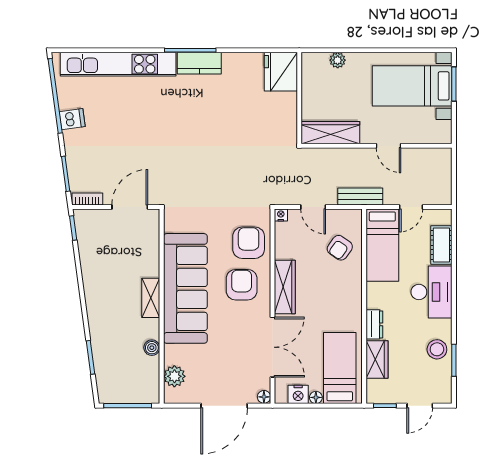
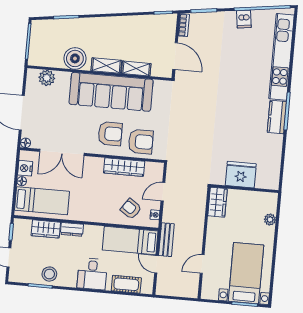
fridge: (281, 72) -> (241, 175), moved
wardrobe: (330, 133) -> (218, 202), width x0.67
door: (388, 146) -> (202, 264), moved
bench: (360, 196) -> (166, 240), moved
nightstand: (281, 215) -> (155, 215), moved
shelving: (151, 258) -> (136, 69), added
wardrobe: (285, 287) -> (124, 167), moved
desk: (432, 292) -> (92, 274), width x0.73
boiler: (152, 348) -> (75, 58), width x1.86, depth x1.86

